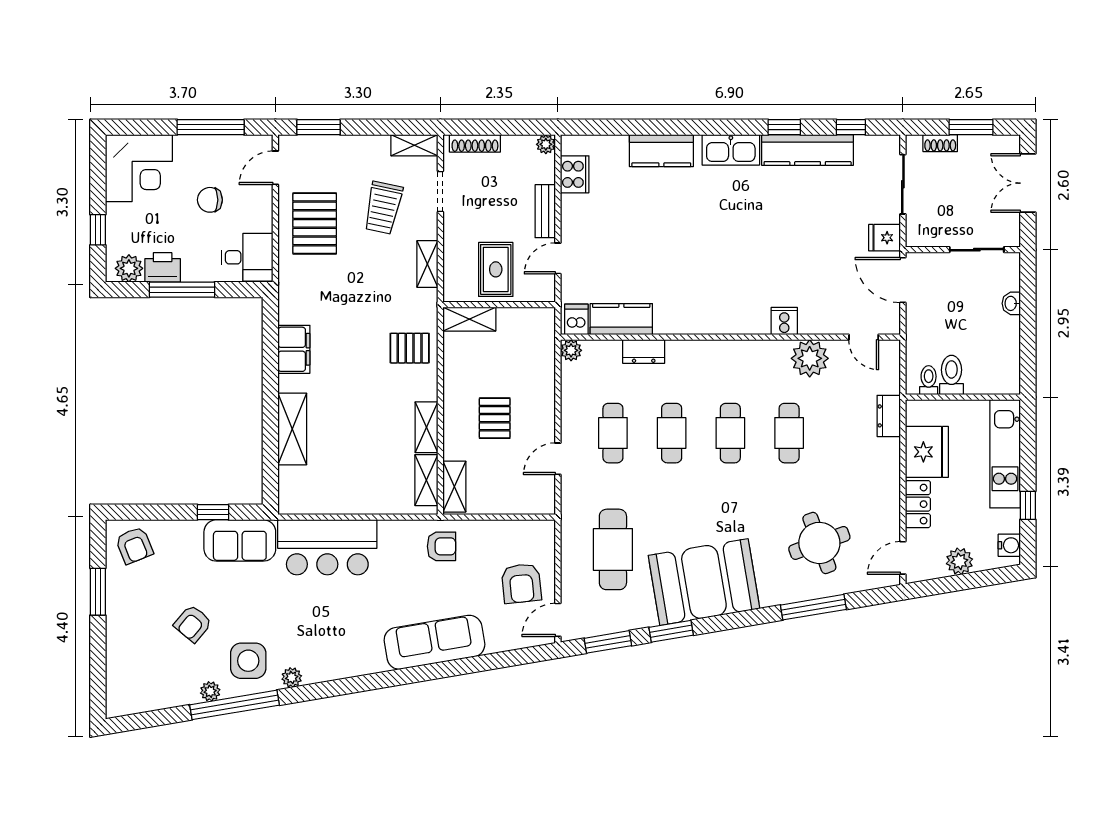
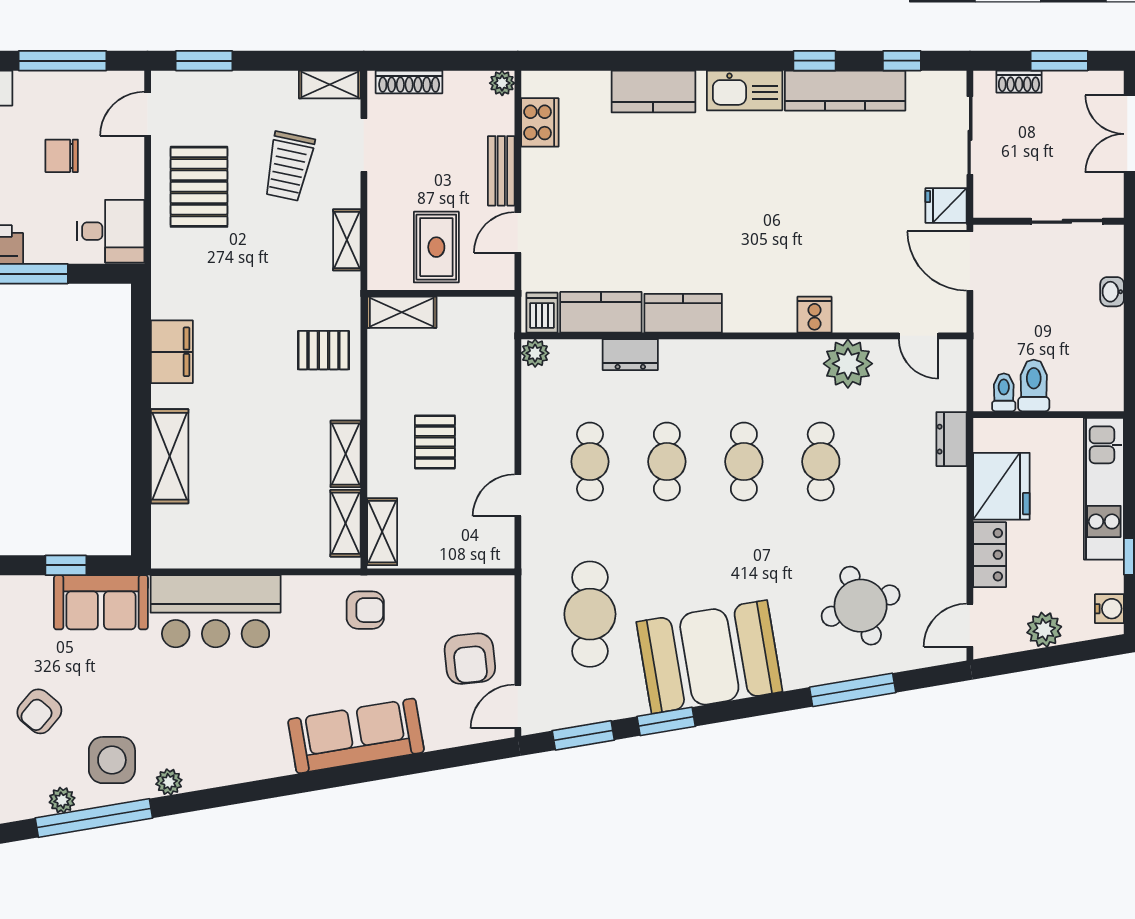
kitchen counter: (684, 320) -> (683, 313), added

